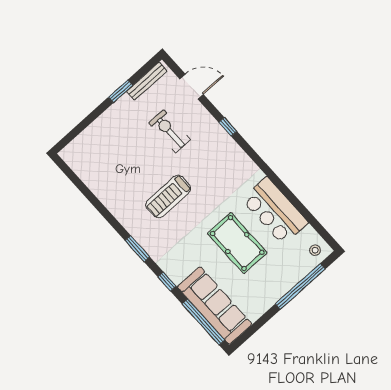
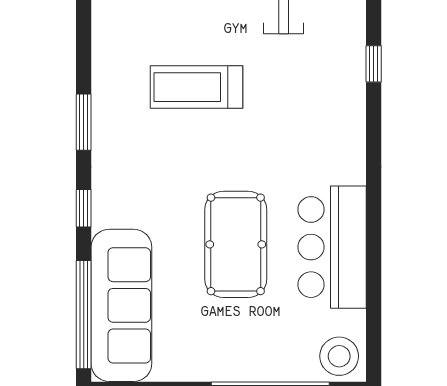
stool: (315, 250) -> (339, 356), width x1.89, depth x1.89

